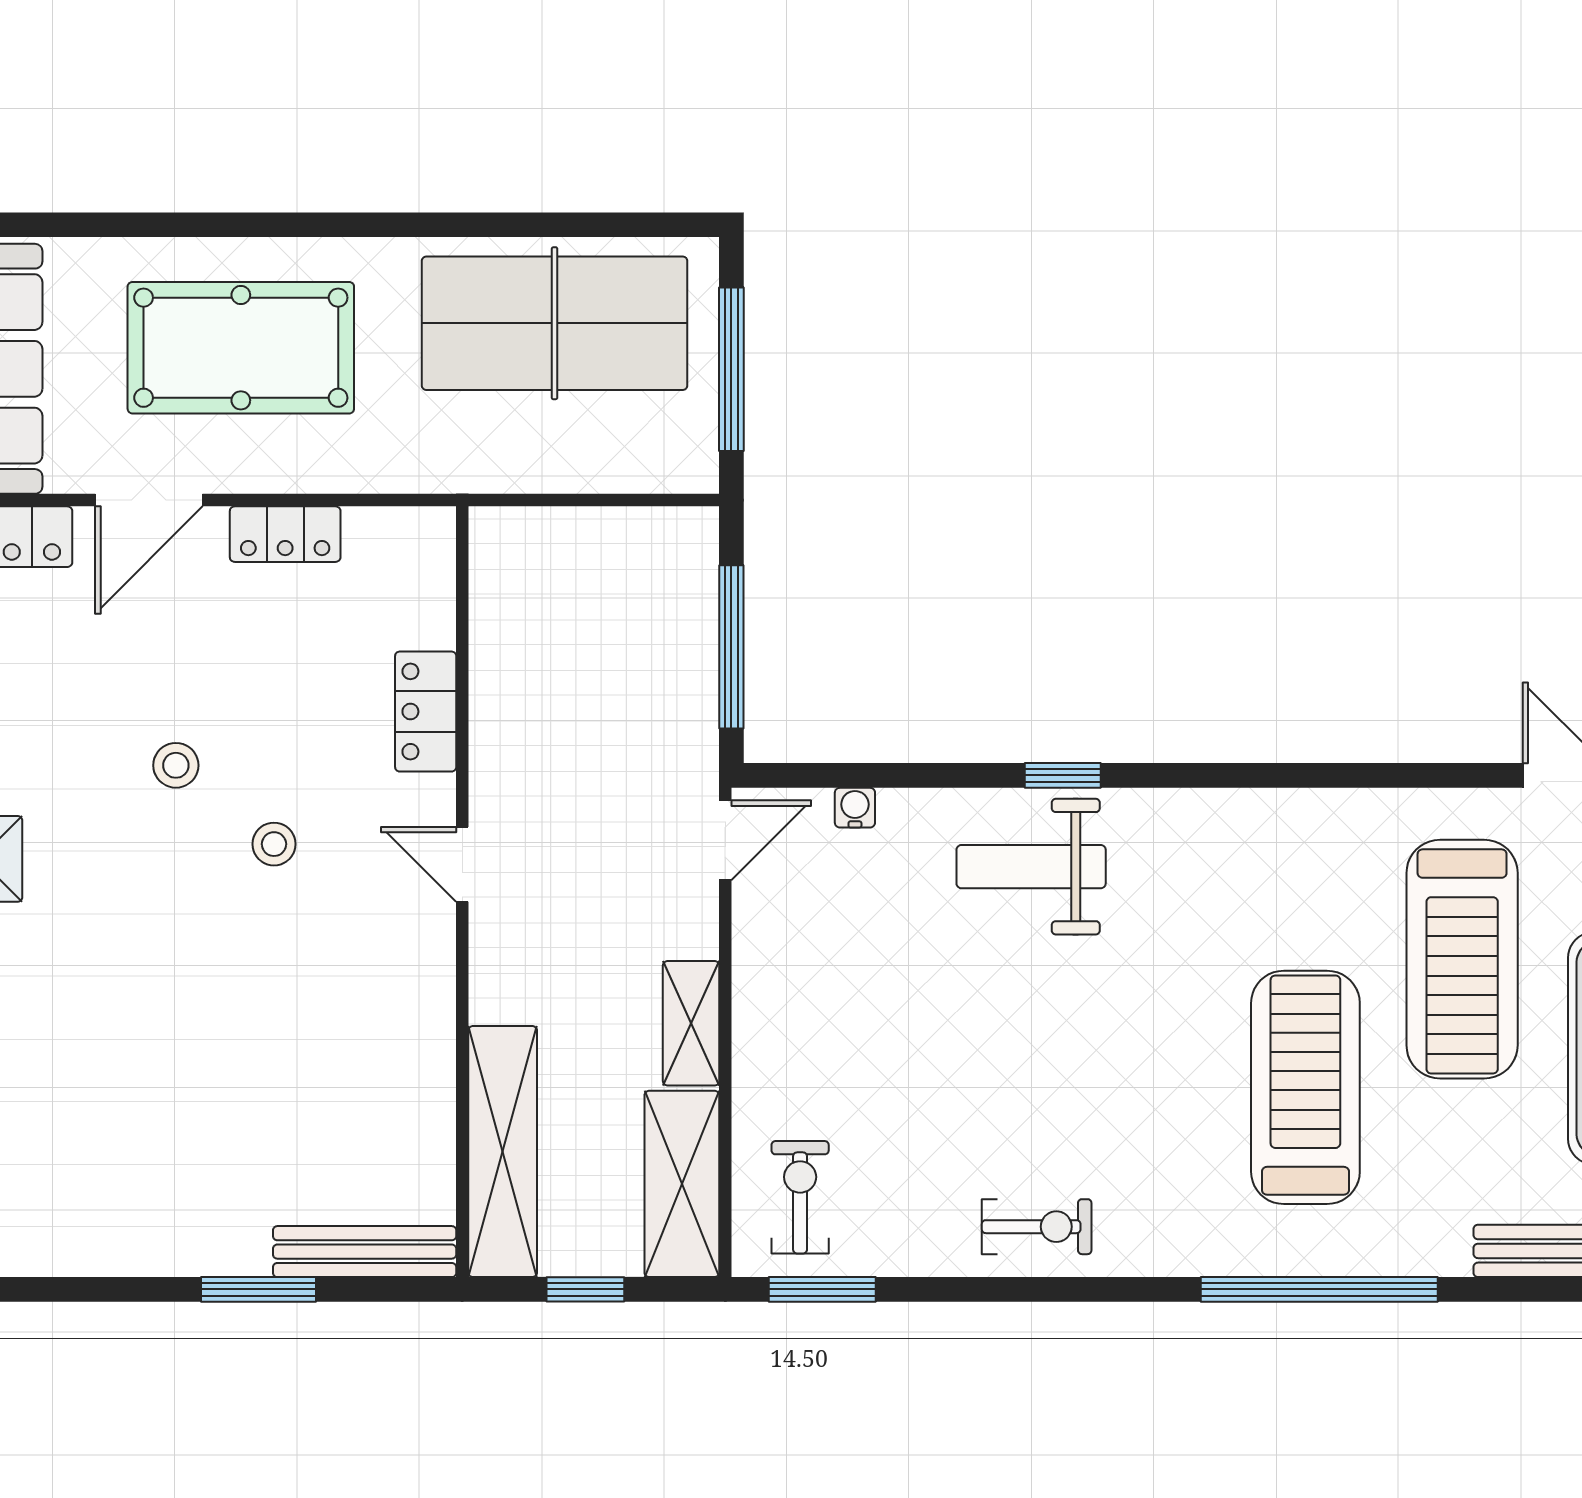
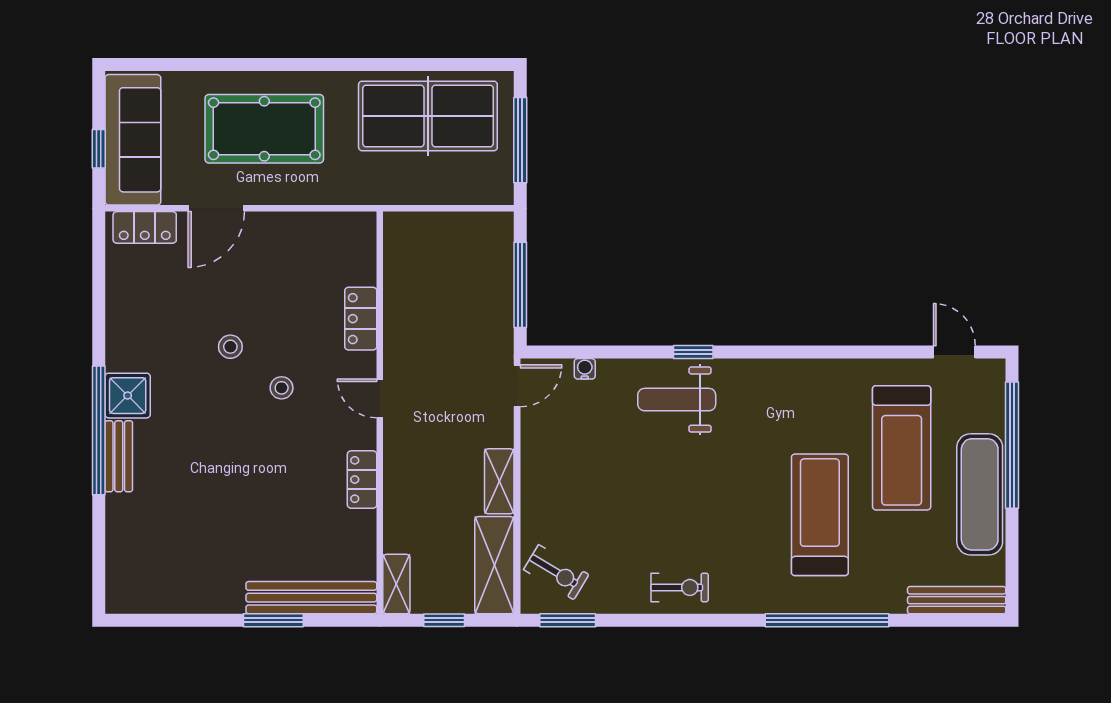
locker: (285, 534) -> (362, 480), moved, turned 90
shelving: (503, 1152) -> (396, 584), width x0.45, depth x0.75
exercise bike: (800, 1197) -> (556, 572), turned 121
bench: (365, 1252) -> (311, 598), width x1.37, depth x1.21

